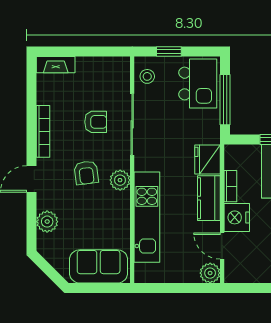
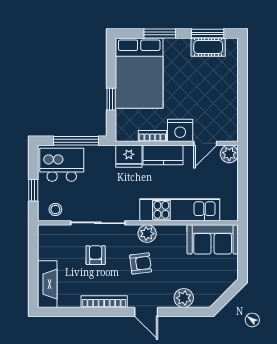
fireplace: (56, 65) -> (47, 284), width x1.37, depth x1.32
sofa: (99, 266) -> (213, 239), moved, turned -90

